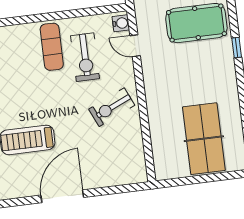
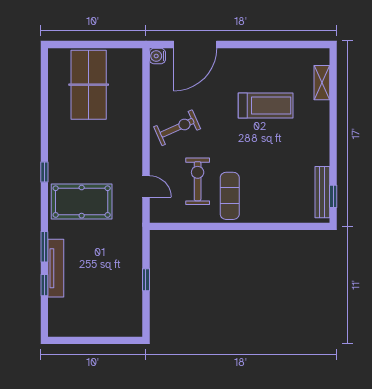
water cooler: (121, 23) -> (157, 56), moved
door: (62, 196) -> (195, 45), moved

